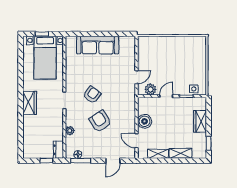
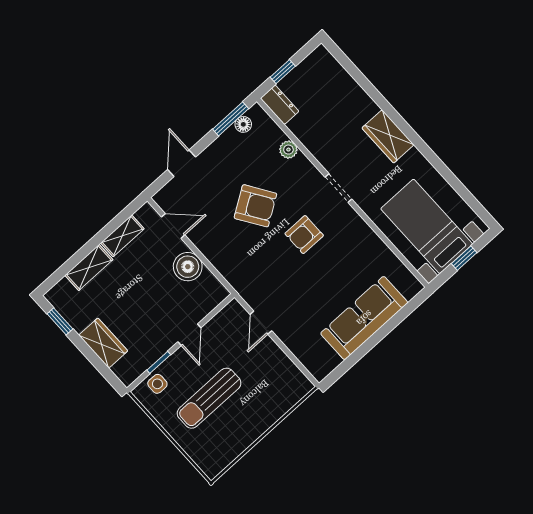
sun lounger: (180, 67) -> (209, 398), added
plant: (151, 89) -> (223, 323), removed
armchair: (92, 95) -> (304, 235), turned 53

